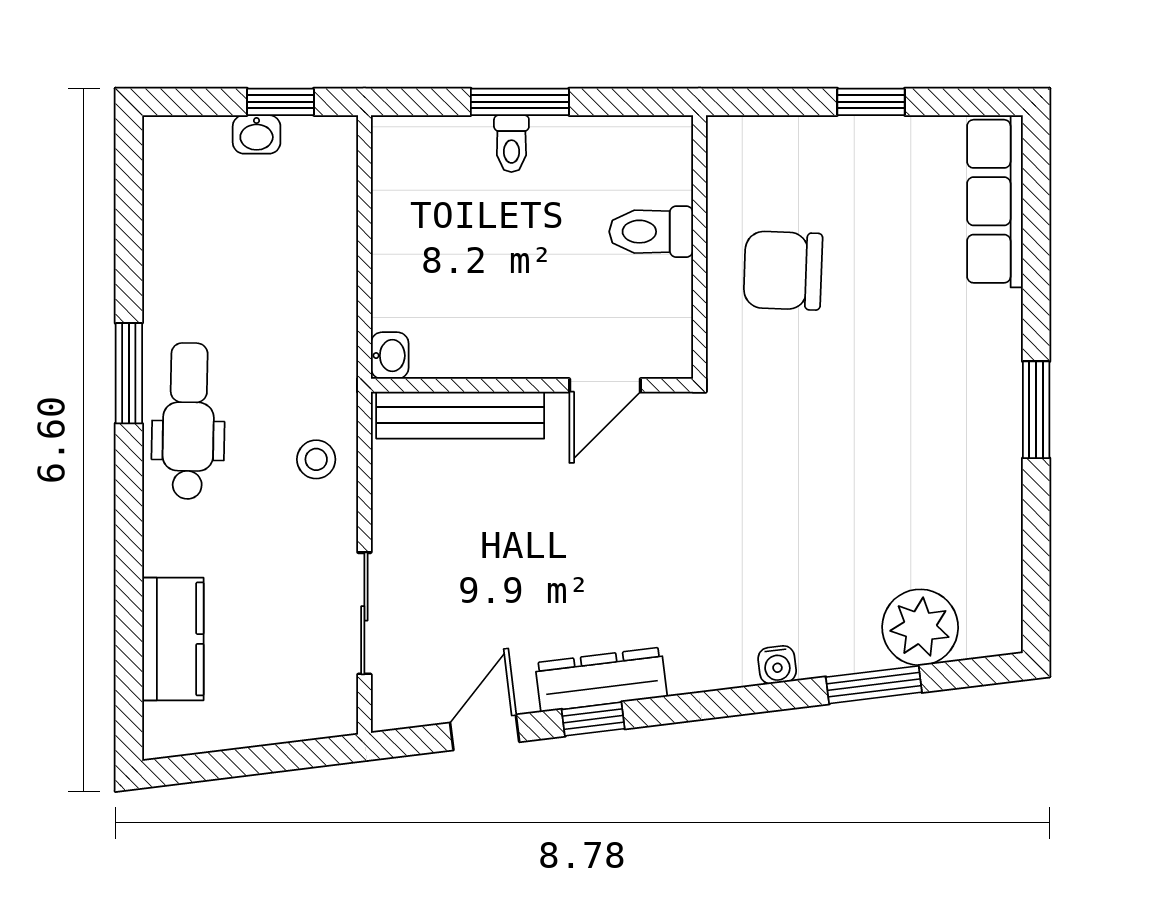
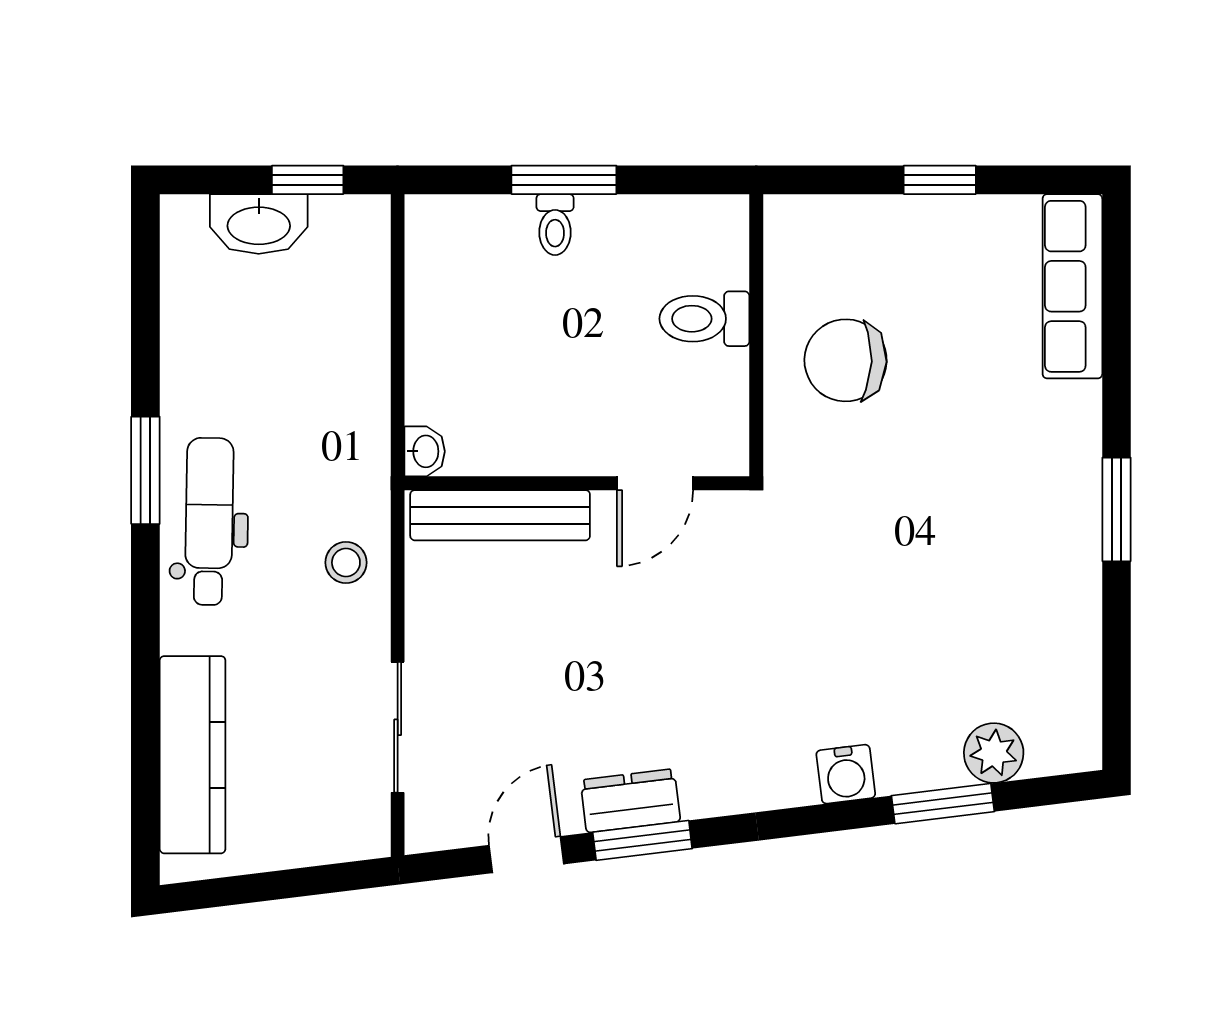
washbasin: (257, 134) -> (259, 224), width x1.91, depth x1.45
plant: (920, 627) -> (994, 753), width x0.73, depth x0.73
kitchen counter: (173, 639) -> (193, 755), width x1.50
water cooler: (777, 665) -> (846, 774), width x1.38, depth x1.38
dresser: (601, 680) -> (630, 801), width x0.70
window: (593, 719) -> (642, 840), width x1.50

